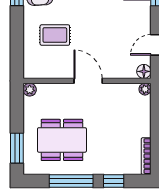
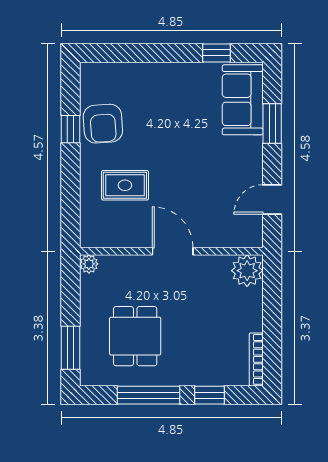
floor lamp: (144, 71) -> (253, 238), removed
plant: (145, 89) -> (247, 271), width x1.88, depth x1.88
dining table: (62, 140) -> (135, 336), width x0.73

